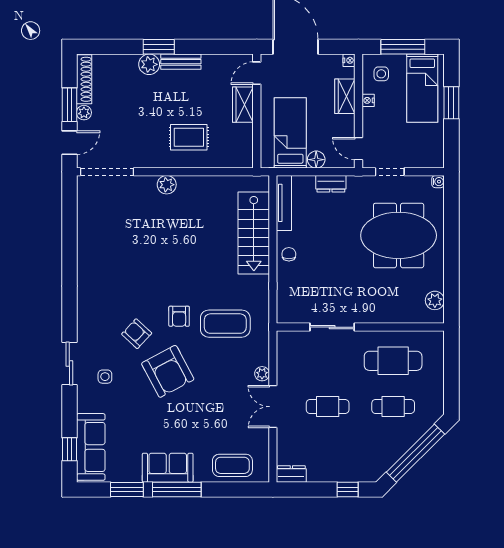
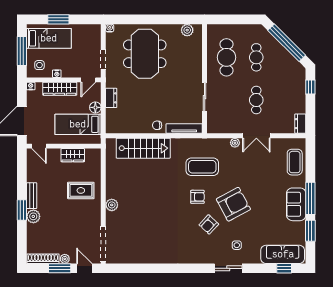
wardrobe: (345, 96) -> (60, 89), width x1.50
wardrobe: (243, 105) -> (73, 155), moved
rug: (189, 137) -> (81, 190), turned 90
tv unit: (284, 203) -> (184, 128), moved
coffee table: (225, 324) -> (202, 167), turned 90

